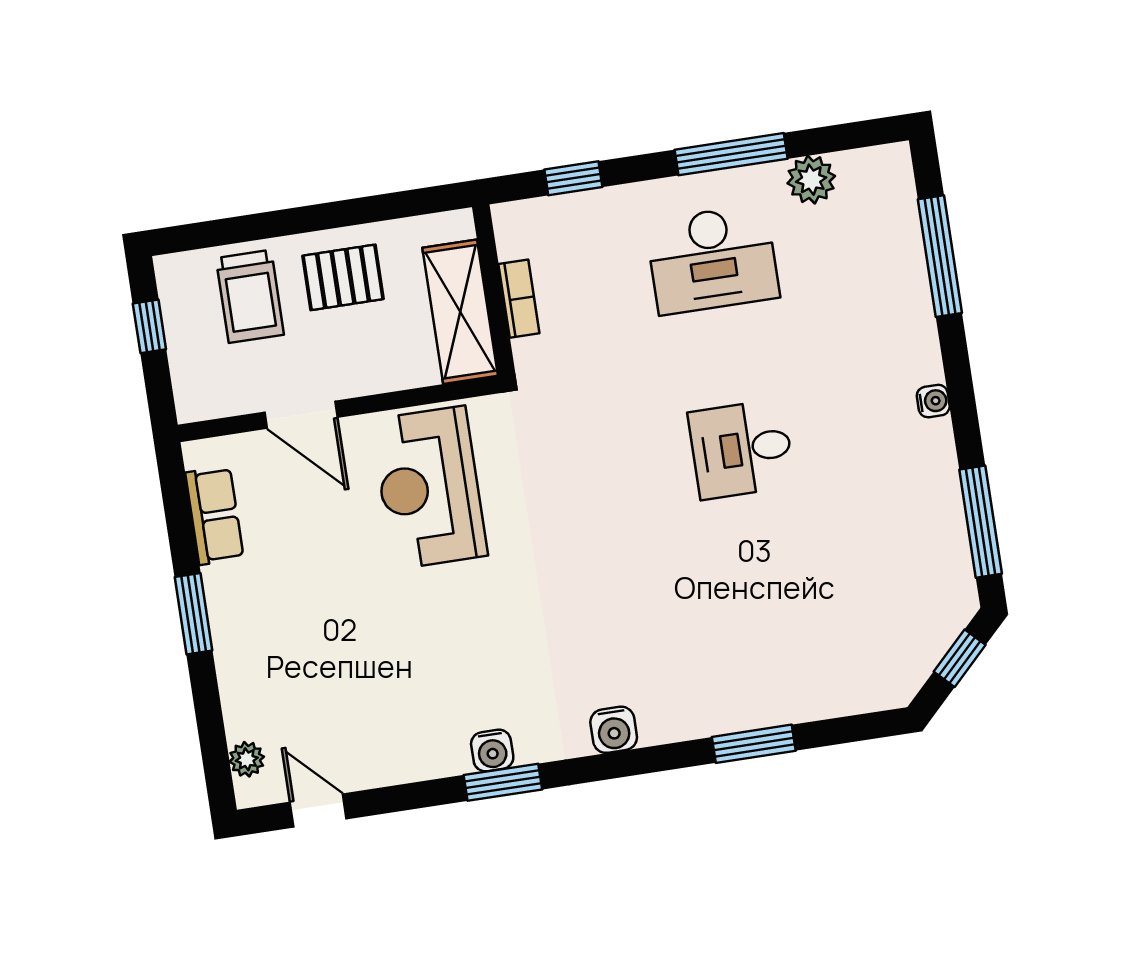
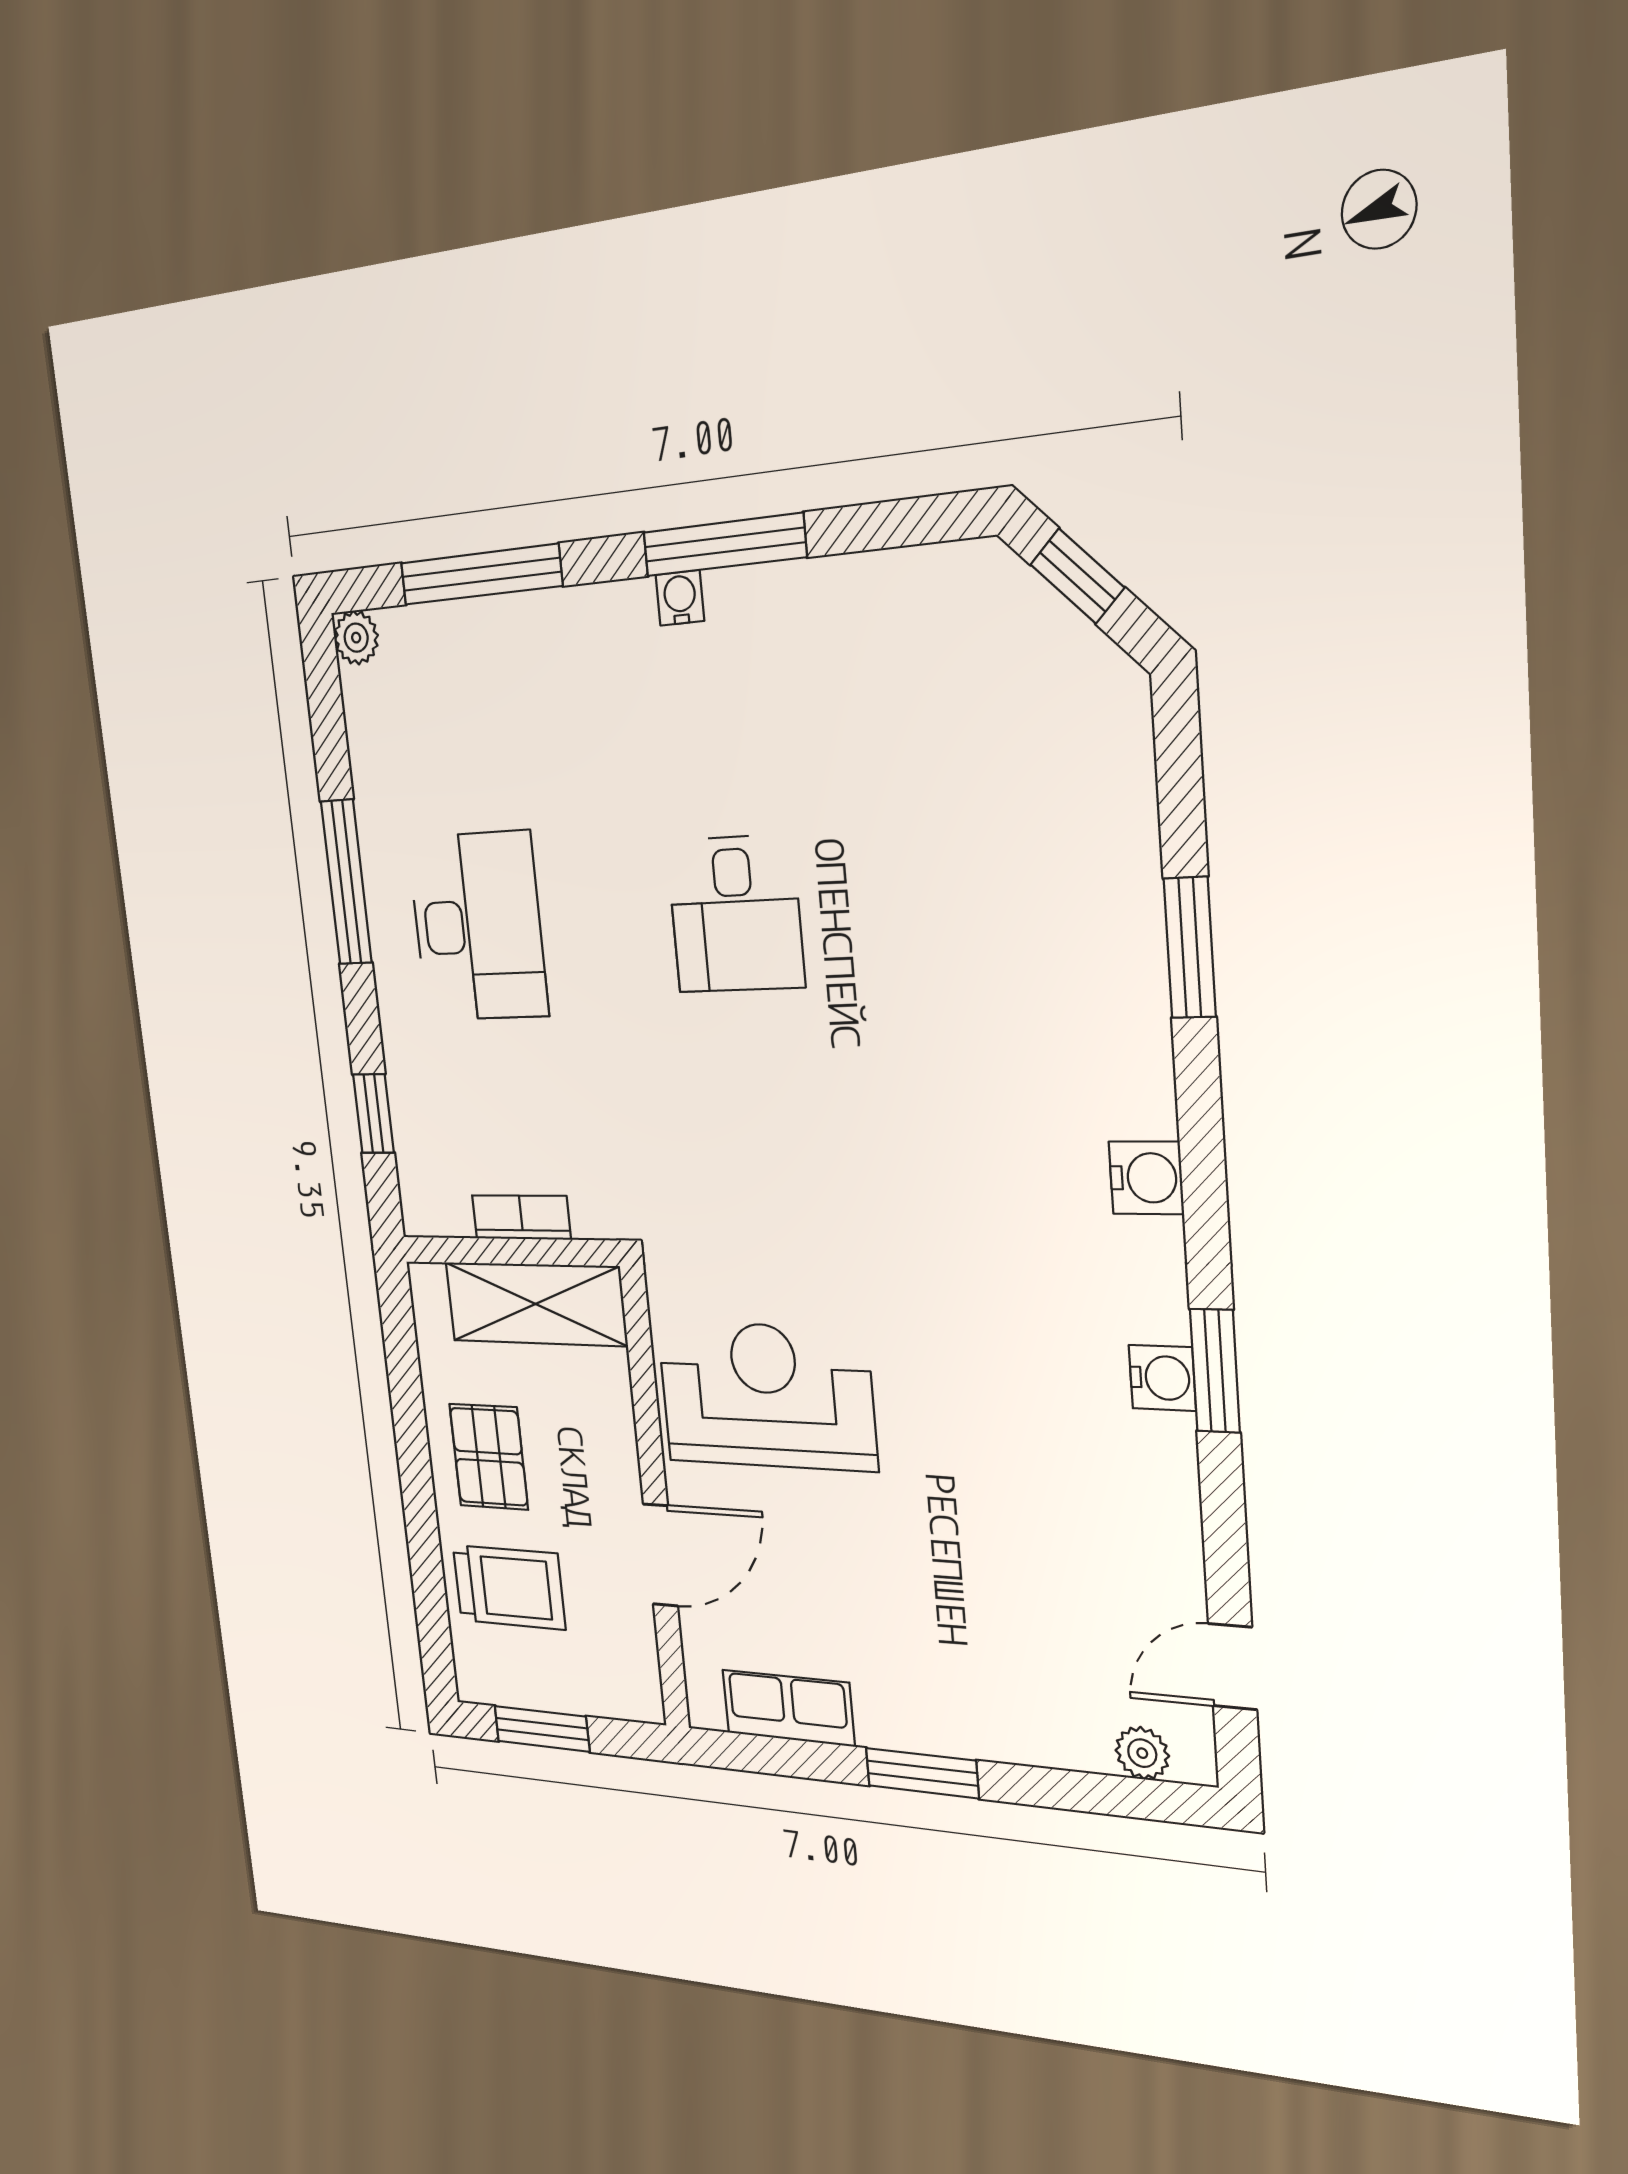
plant: (811, 180) -> (356, 638), moved, width x0.73, depth x0.73
window: (149, 326) -> (542, 1729), width x1.50
reception desk: (429, 488) -> (766, 1396), turned 180
window: (981, 522) -> (724, 545), moved

